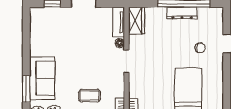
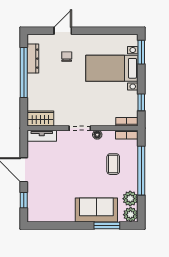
dresser: (182, 13) -> (33, 59), moved
floor lamp: (120, 43) -> (97, 135), moved

